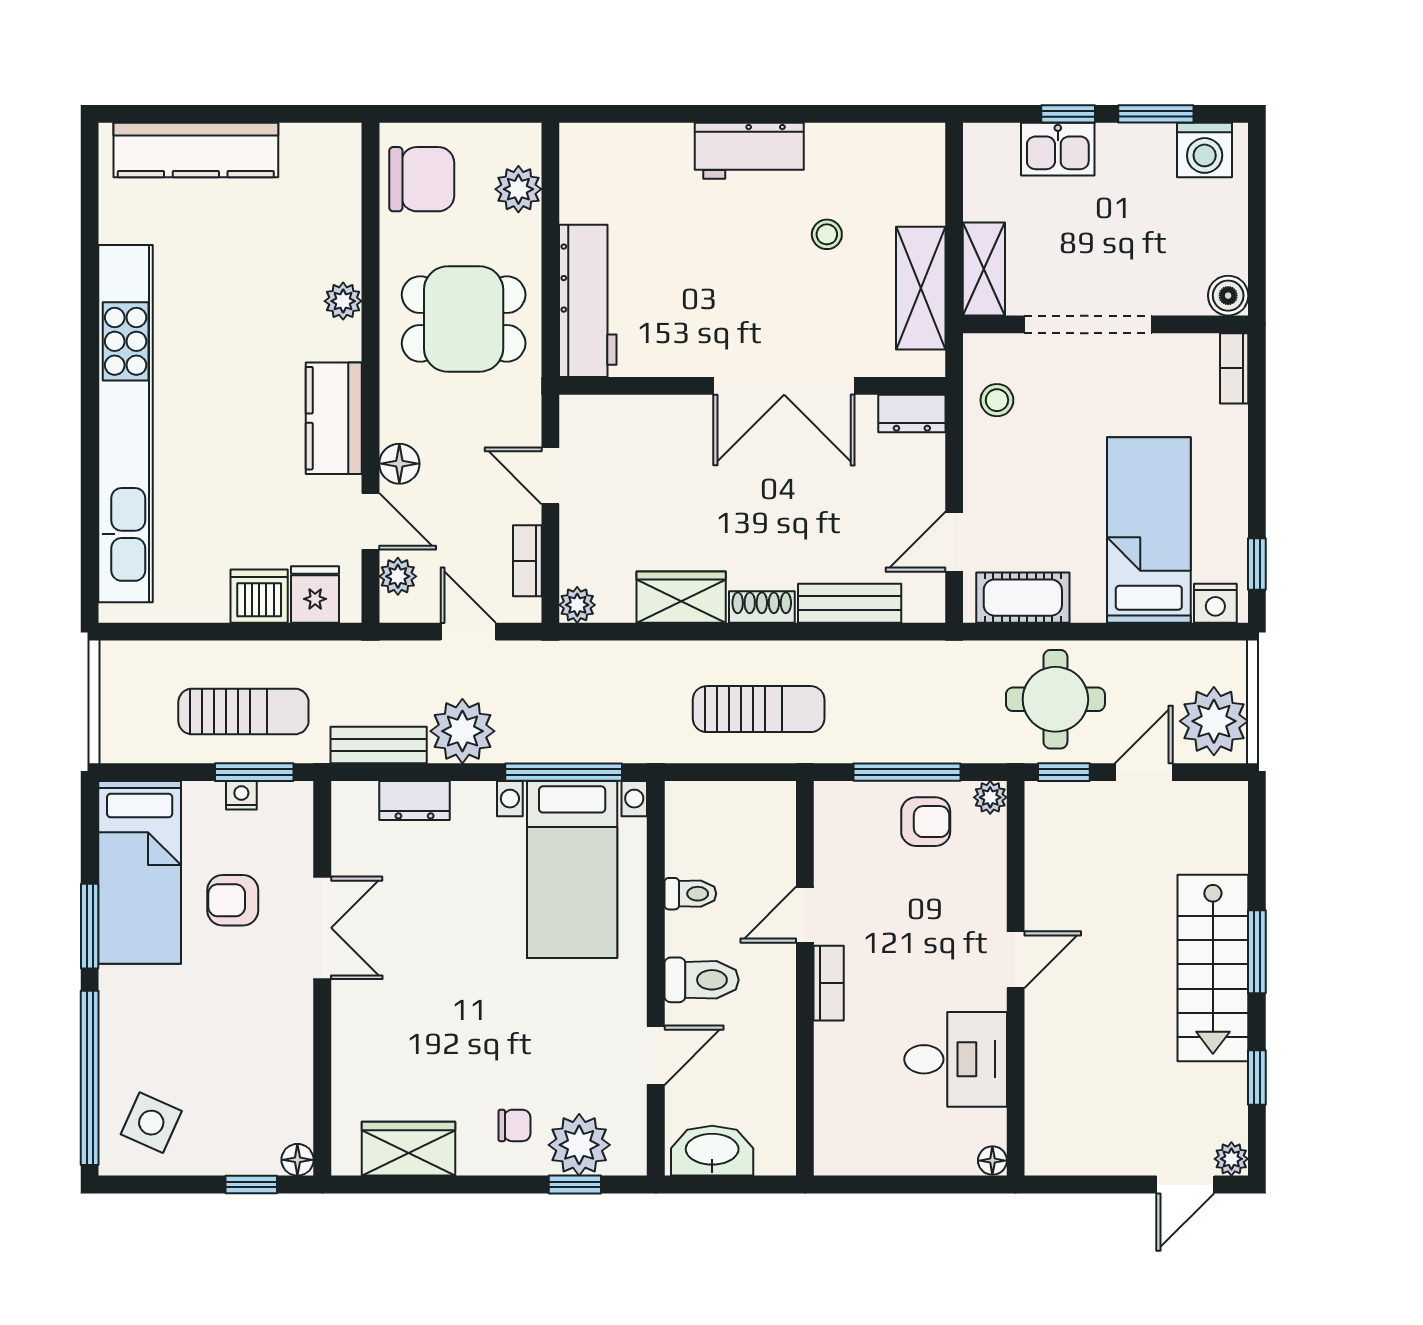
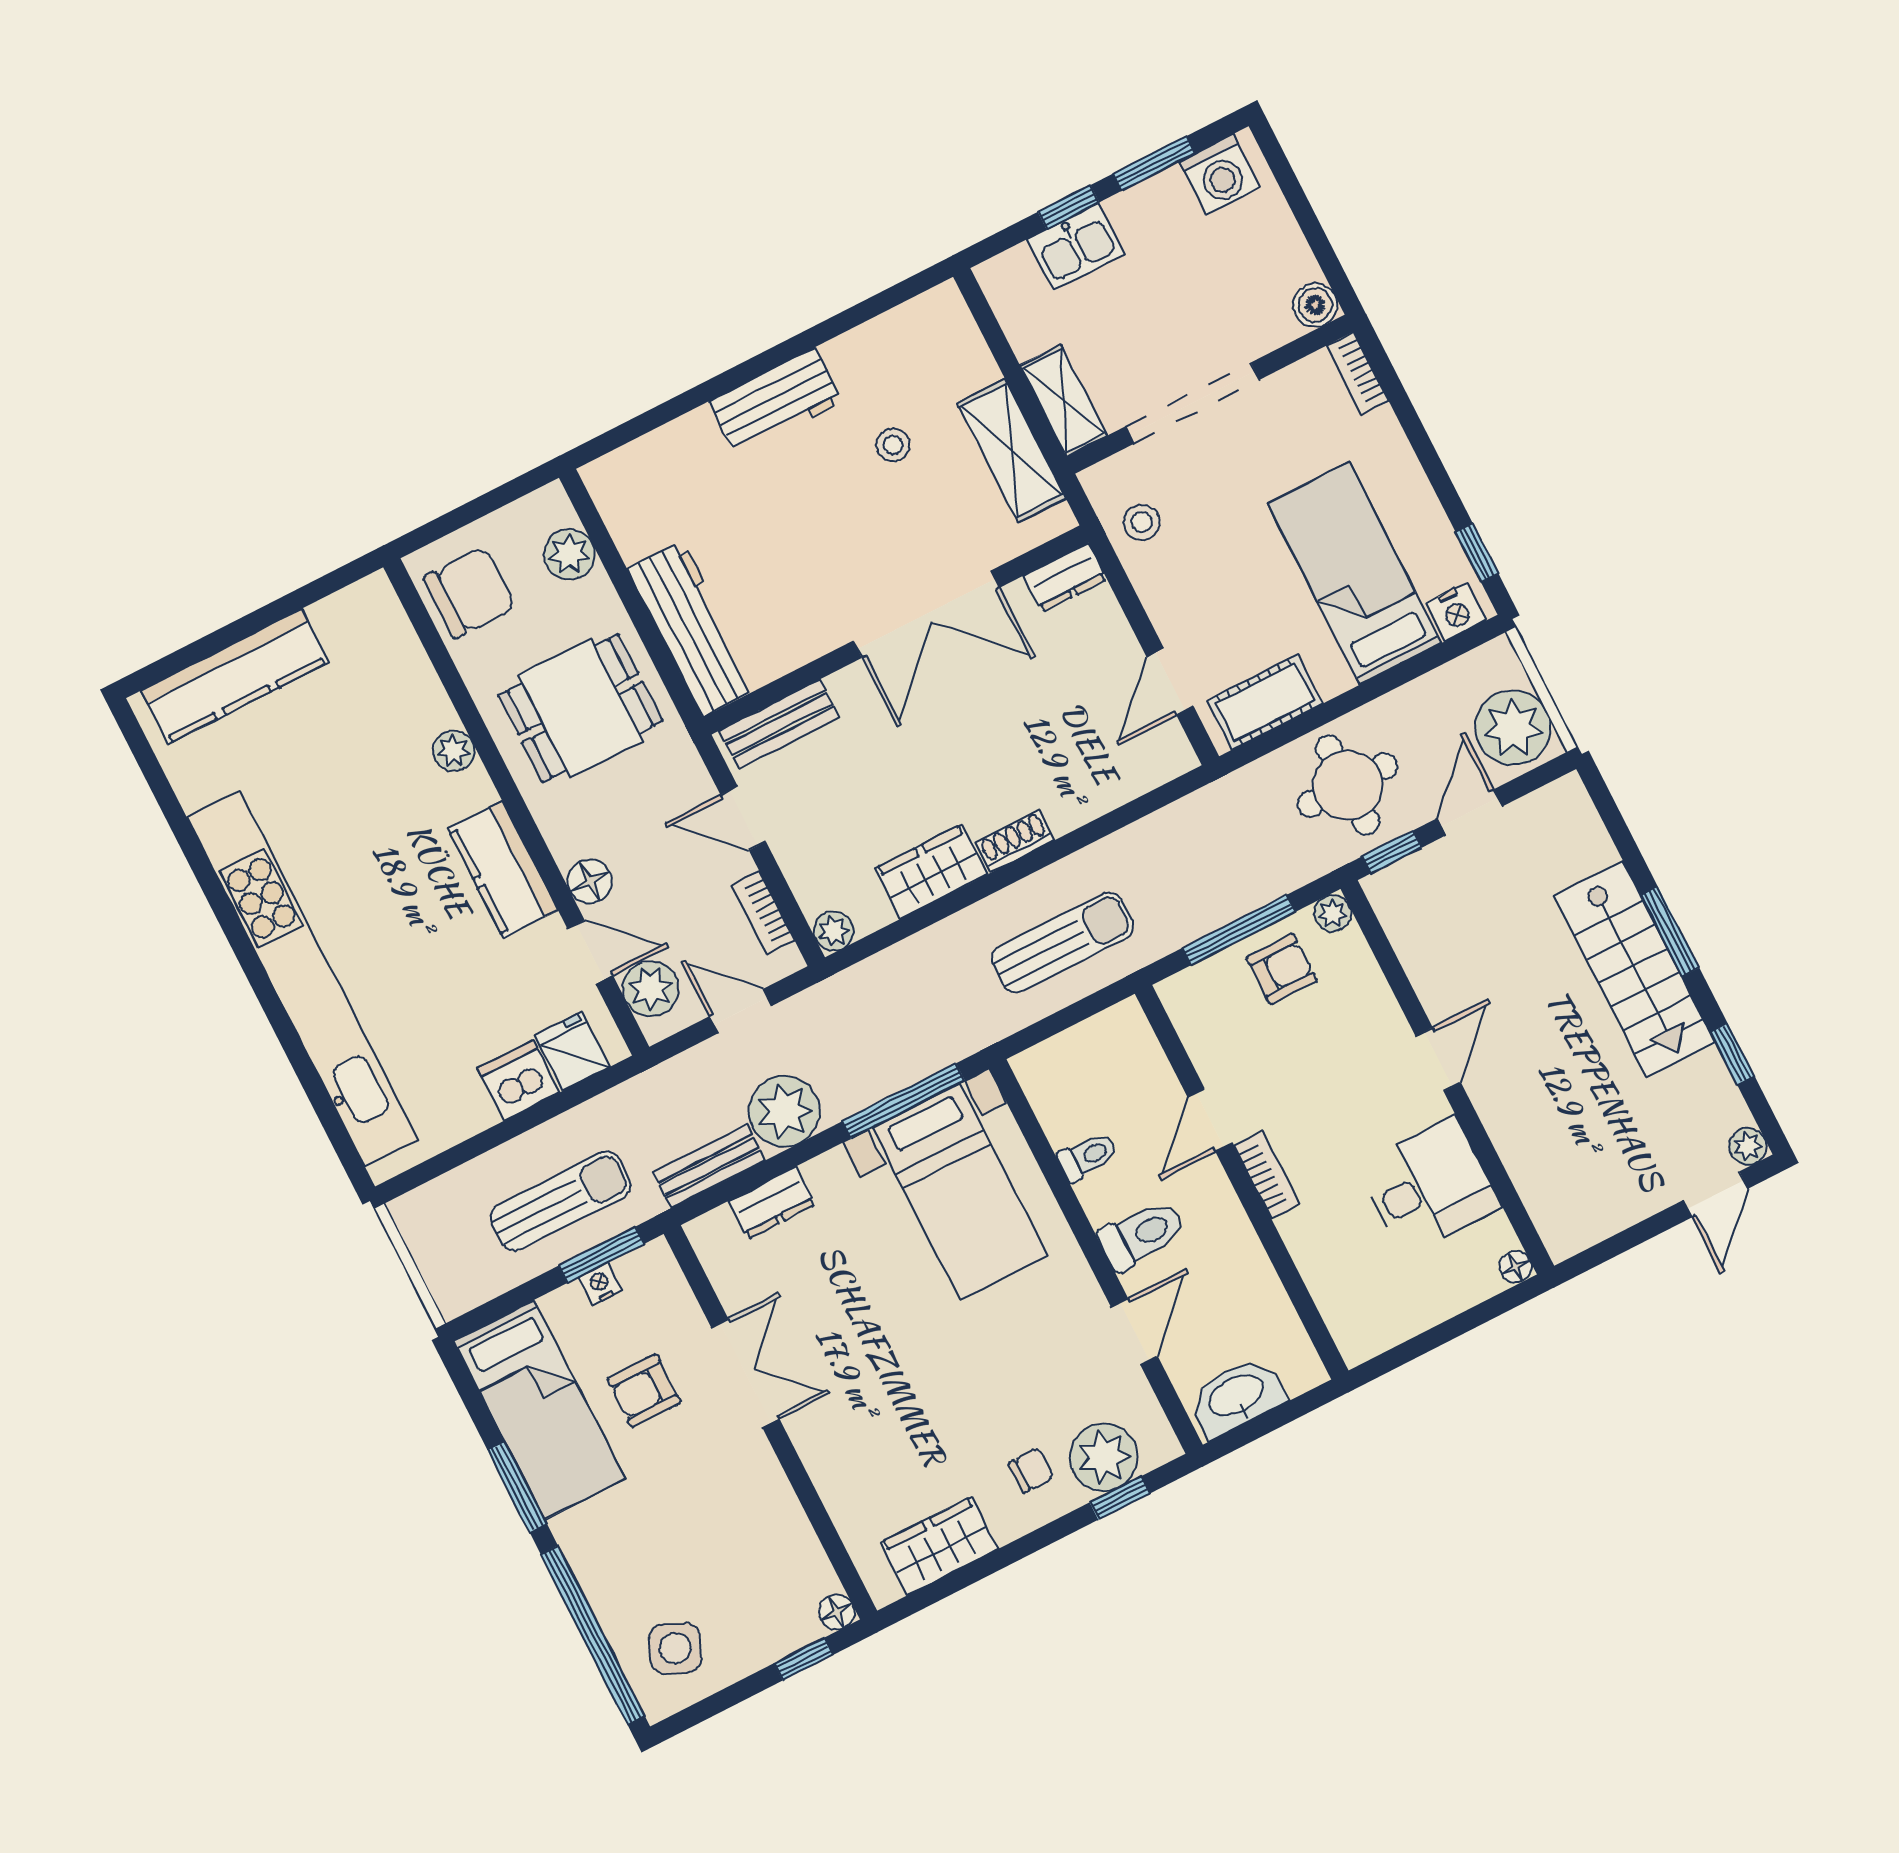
plant: (398, 576) -> (651, 989), width x1.38, depth x1.38
bench: (850, 603) -> (779, 724), moved

